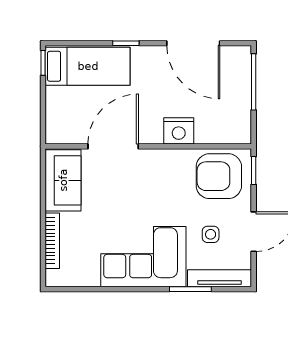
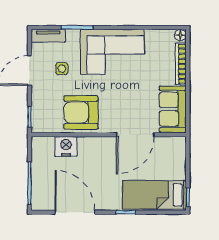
nightstand: (179, 131) -> (66, 146), moved
armchair: (219, 176) -> (81, 112), moved, turned 180
tv unit: (219, 278) -> (48, 36), width x0.71
floor lamp: (53, 279) -> (180, 35), added

